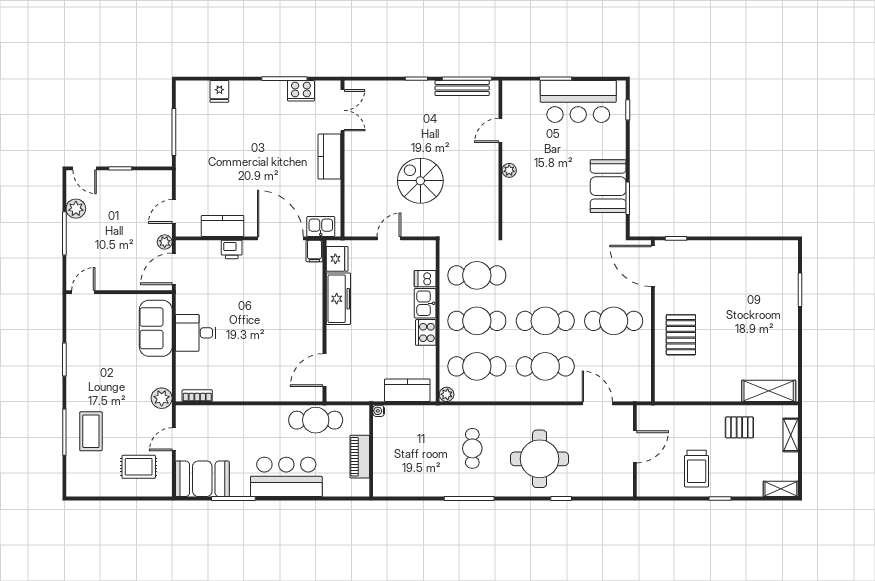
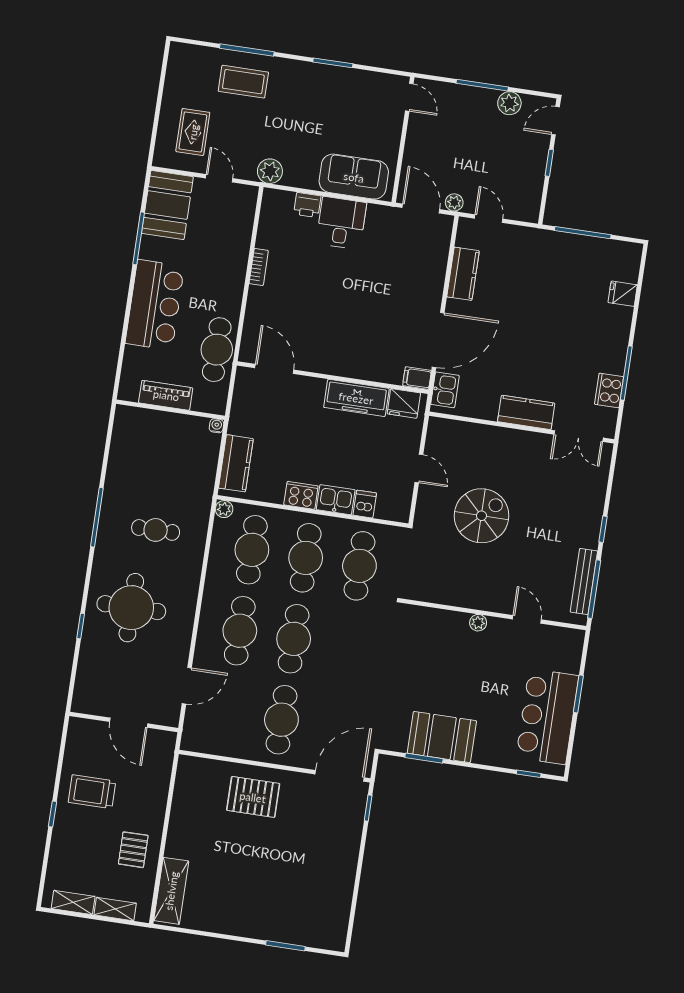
printer: (232, 249) -> (307, 205), moved, turned -90
bookcase: (197, 396) -> (259, 267), moved
shelving: (781, 489) -> (73, 902), moved, turned 90

